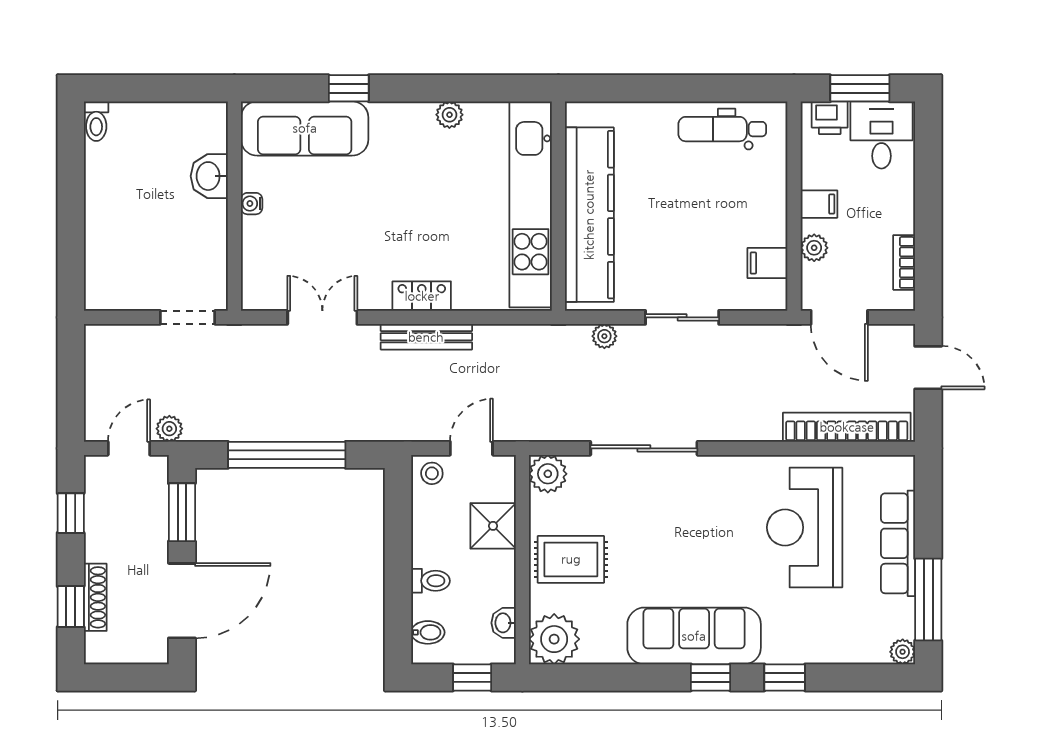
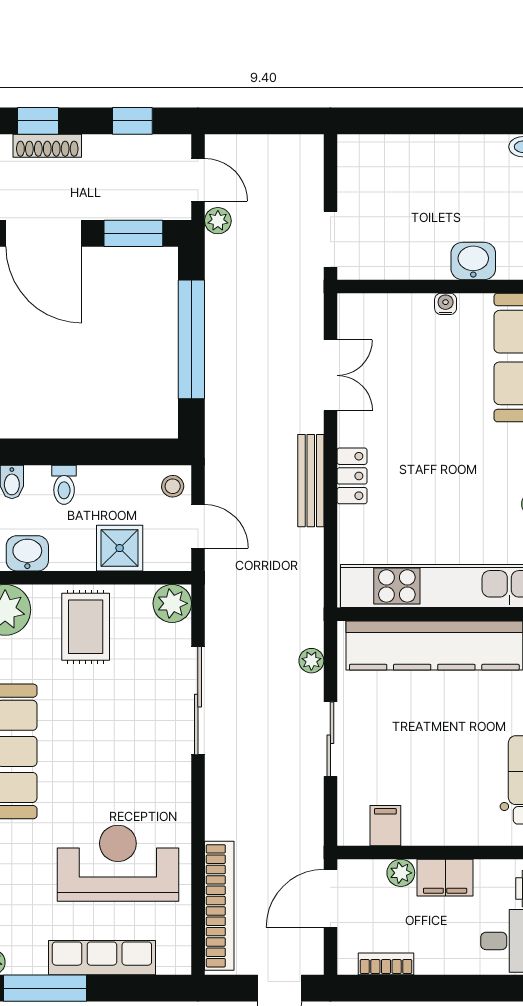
filing cabinet: (819, 204) -> (445, 878), width x2.00
washbasin: (504, 623) -> (27, 553), width x1.38, depth x1.45

